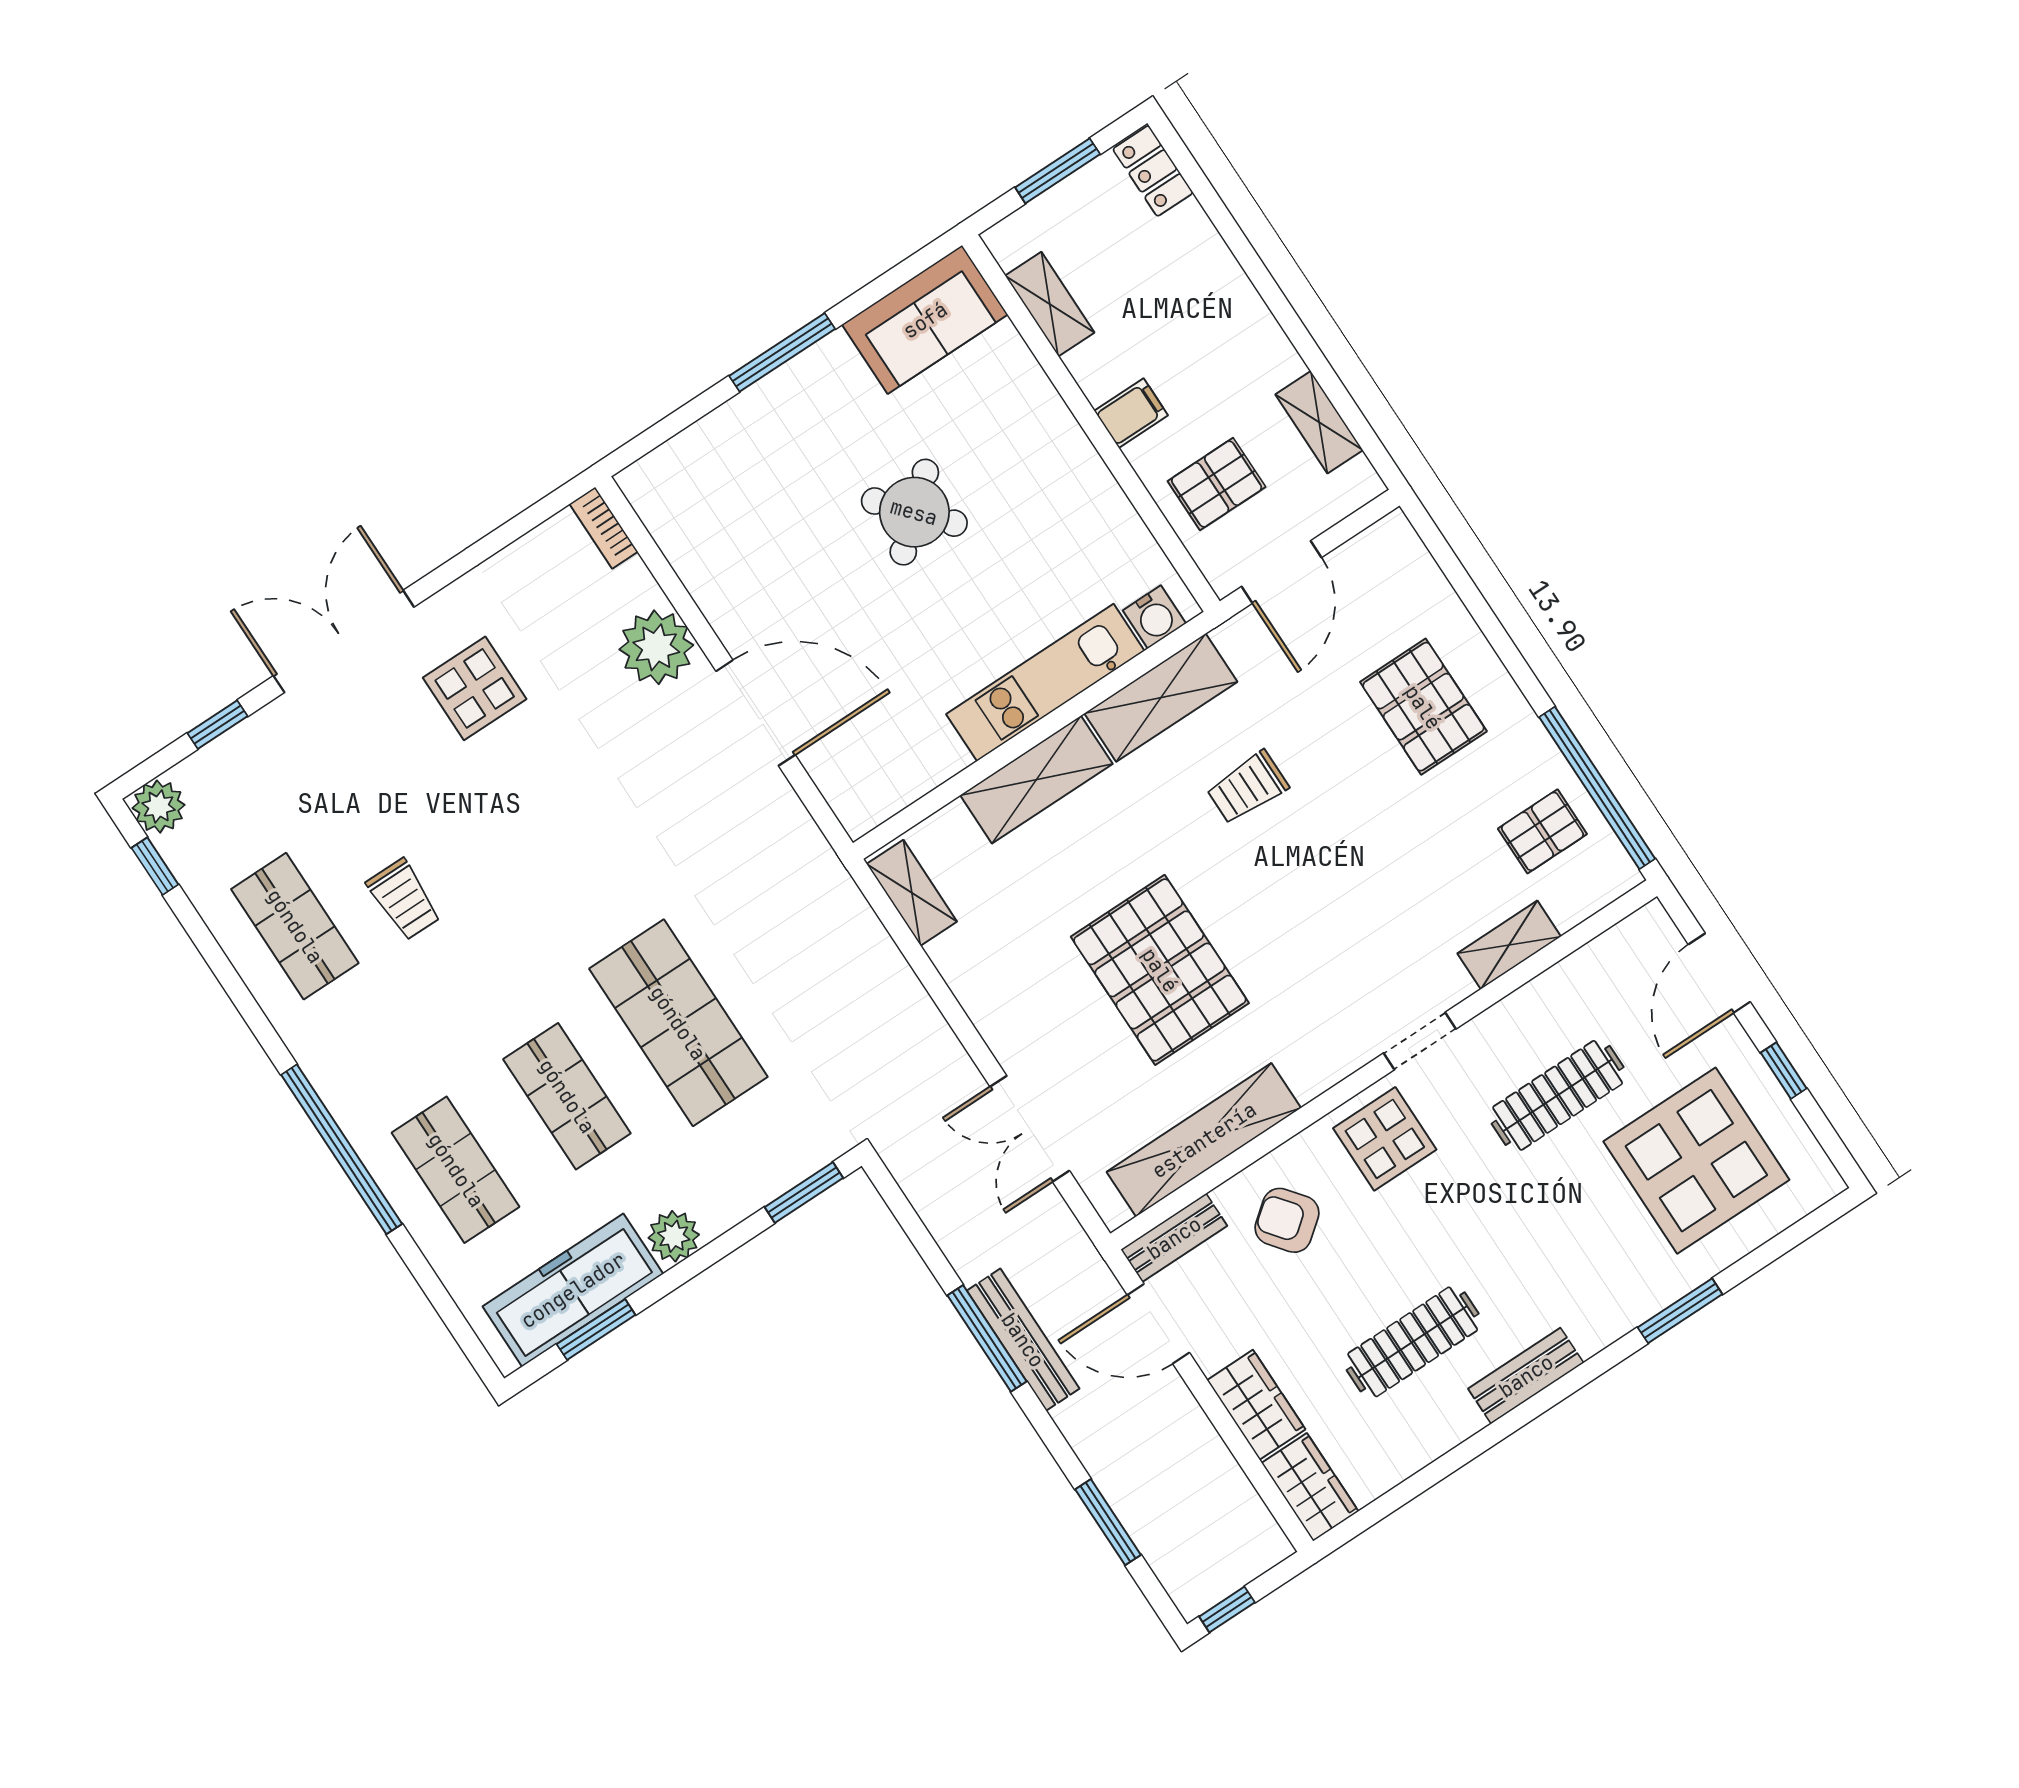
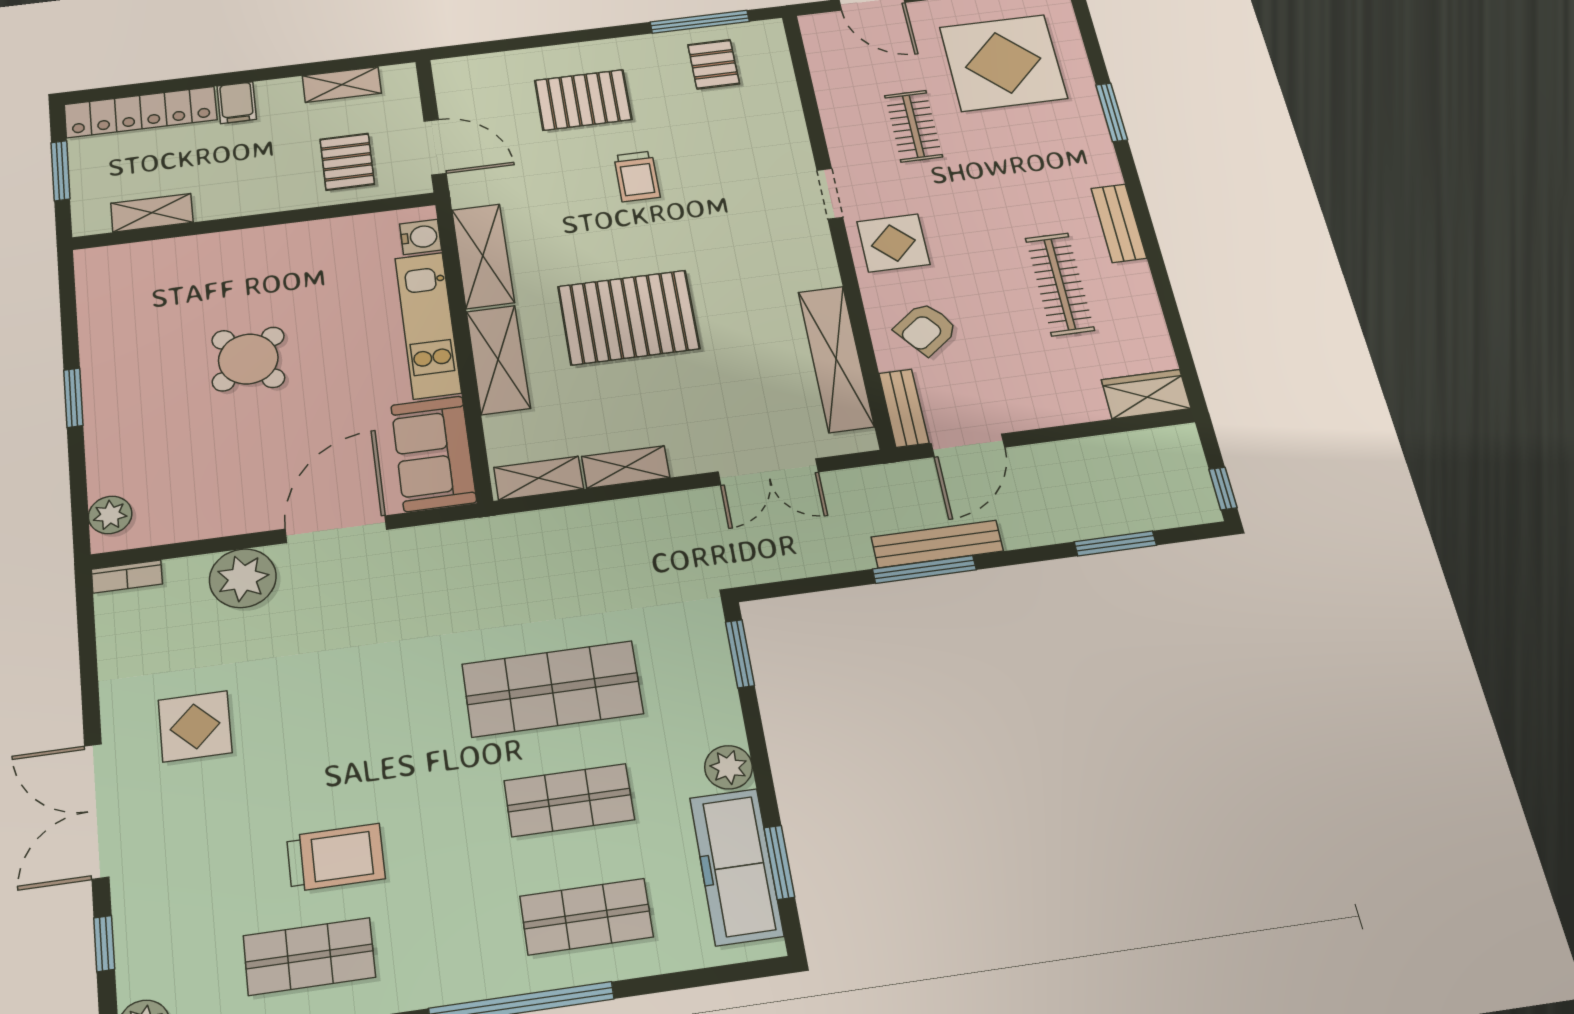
locker: (1153, 171) -> (141, 112), width x2.16, depth x1.21
sofa: (925, 320) -> (433, 453), moved, turned 180
window: (782, 352) -> (73, 398), width x0.69
filing cabinet: (1131, 413) -> (237, 103), moved, turned 180
plant: (664, 471) -> (110, 515), added
trolley: (1247, 787) -> (637, 176), moved
window: (1597, 788) -> (700, 22), width x0.68
trolley: (404, 899) -> (336, 857), width x1.36, depth x1.39
shelving: (1509, 945) -> (626, 467), moved, turned 90
pallet: (1160, 970) -> (629, 317), moved
clothes rail: (1558, 1095) -> (913, 126), width x0.73
wardrobe: (1256, 1405) -> (1063, 405), removed

